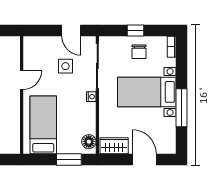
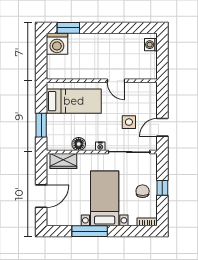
chair: (139, 52) -> (143, 191), turned 90
floor lamp: (89, 142) -> (79, 144), moved
wardrobe: (114, 146) -> (63, 161), moved, turned 90

